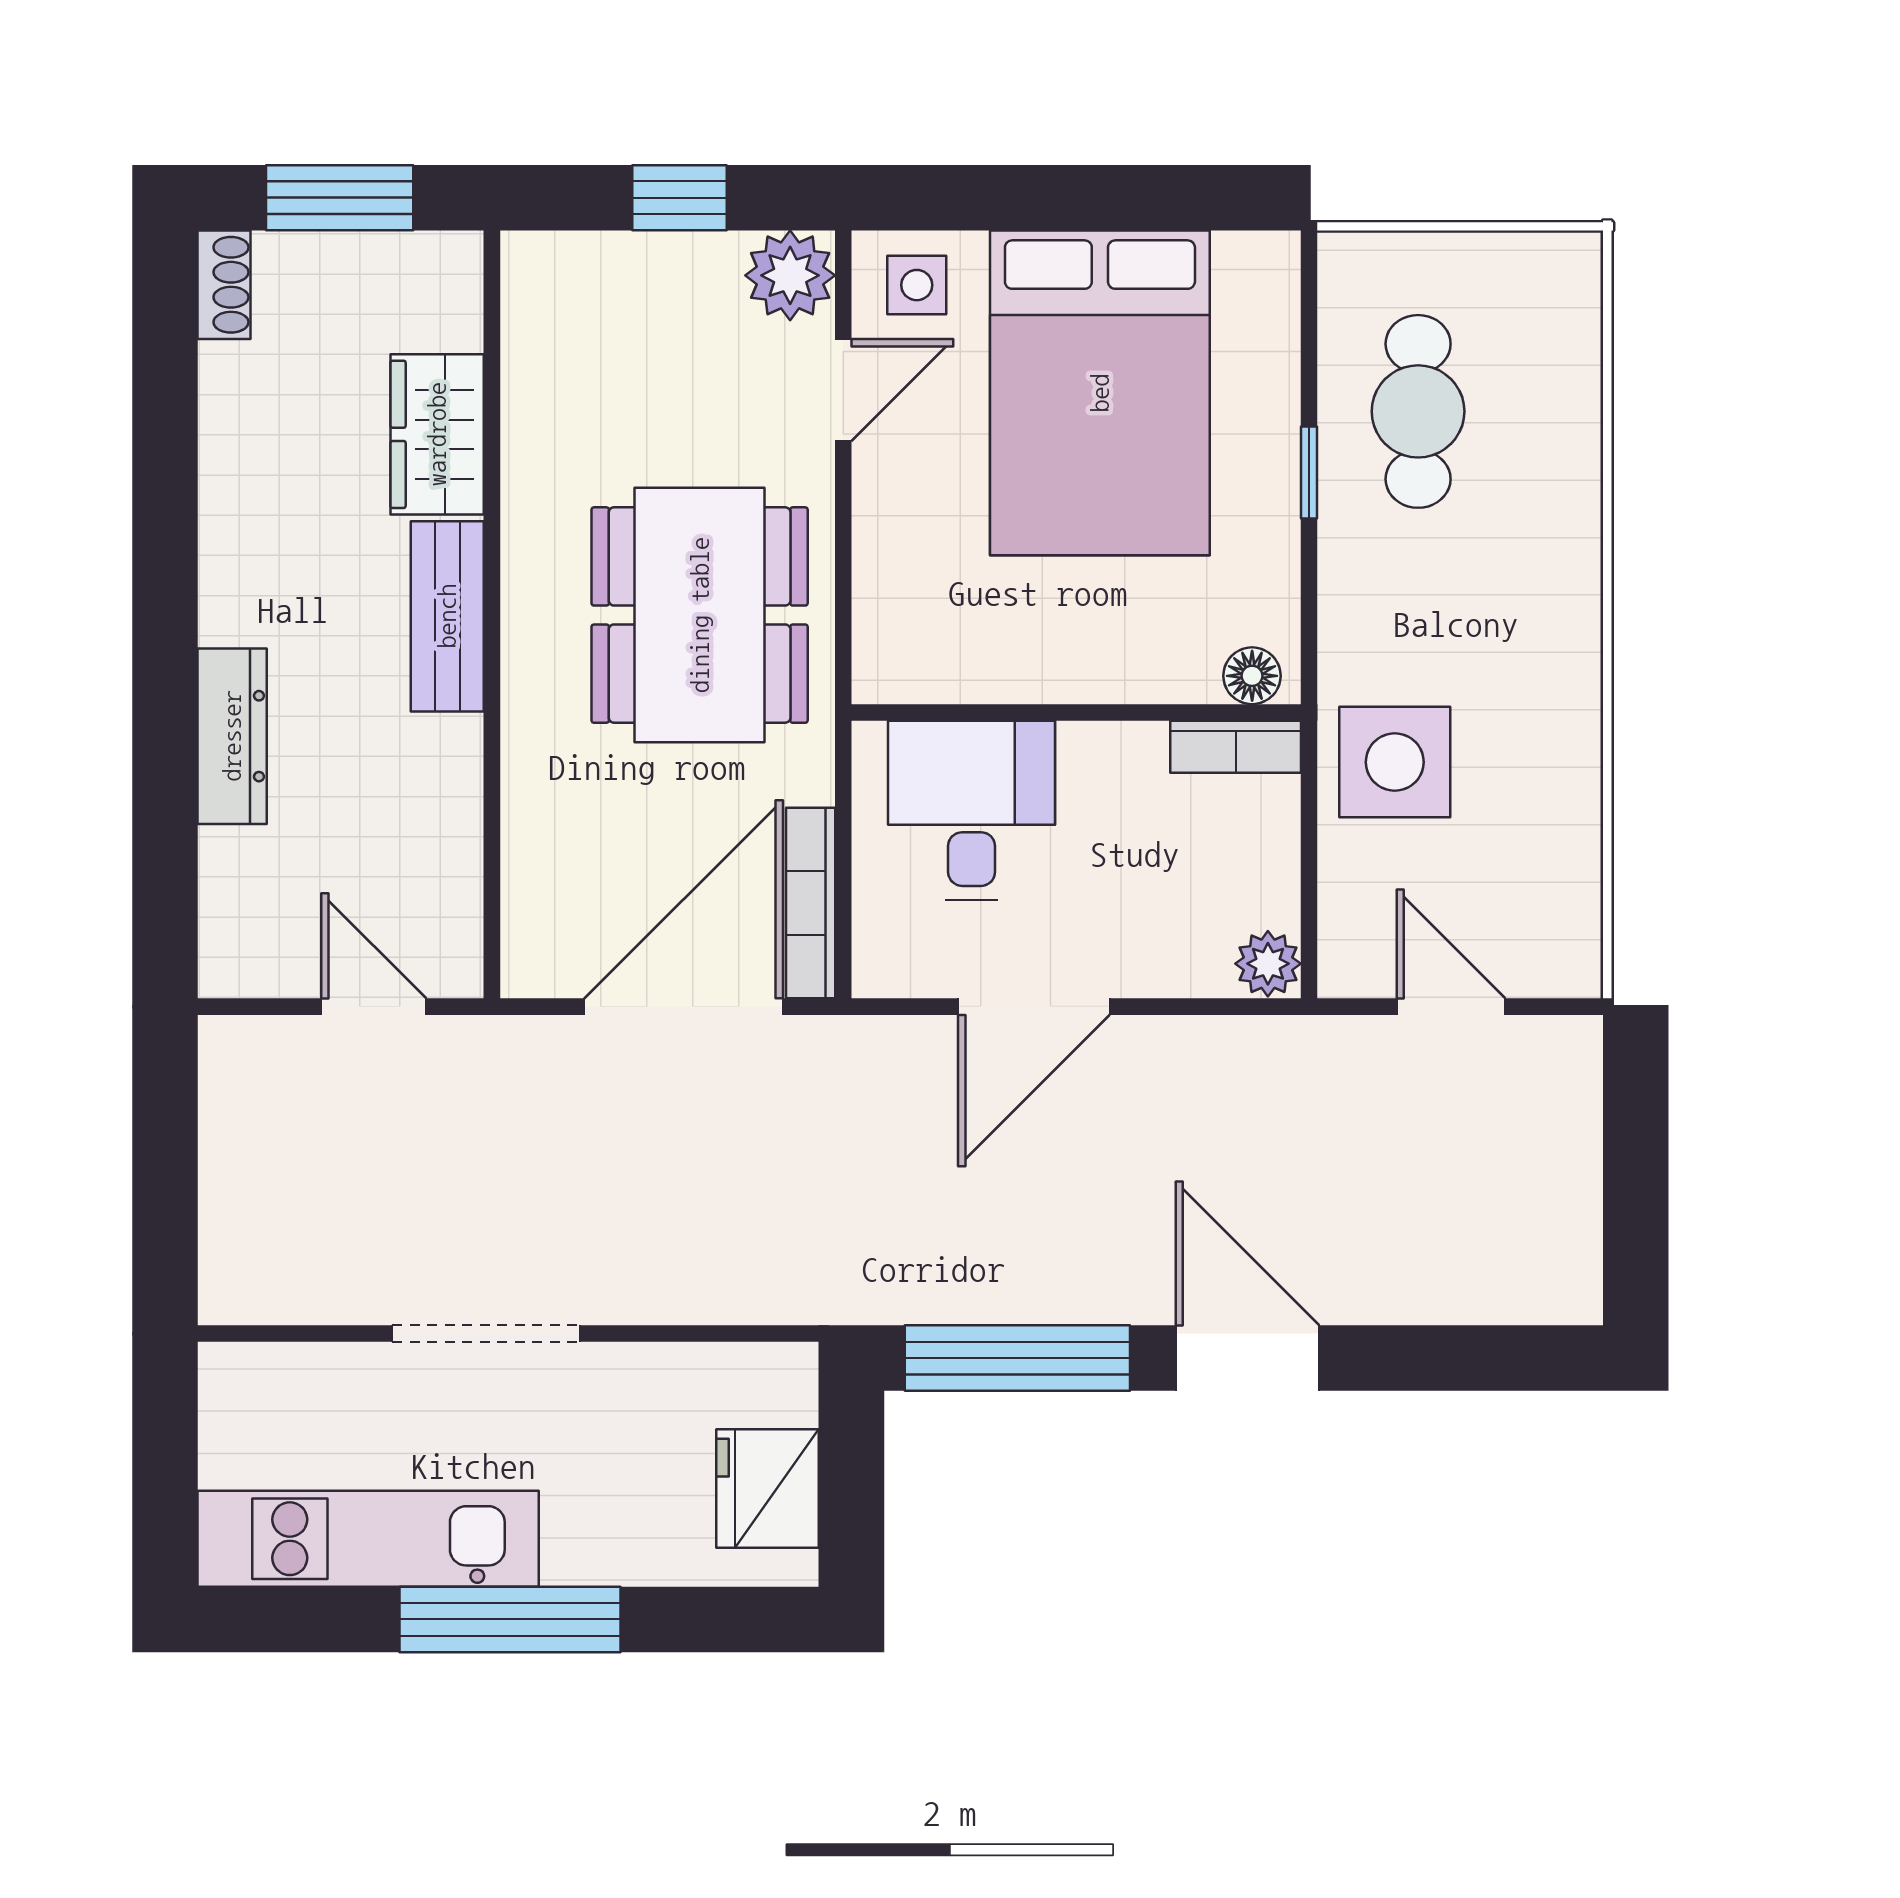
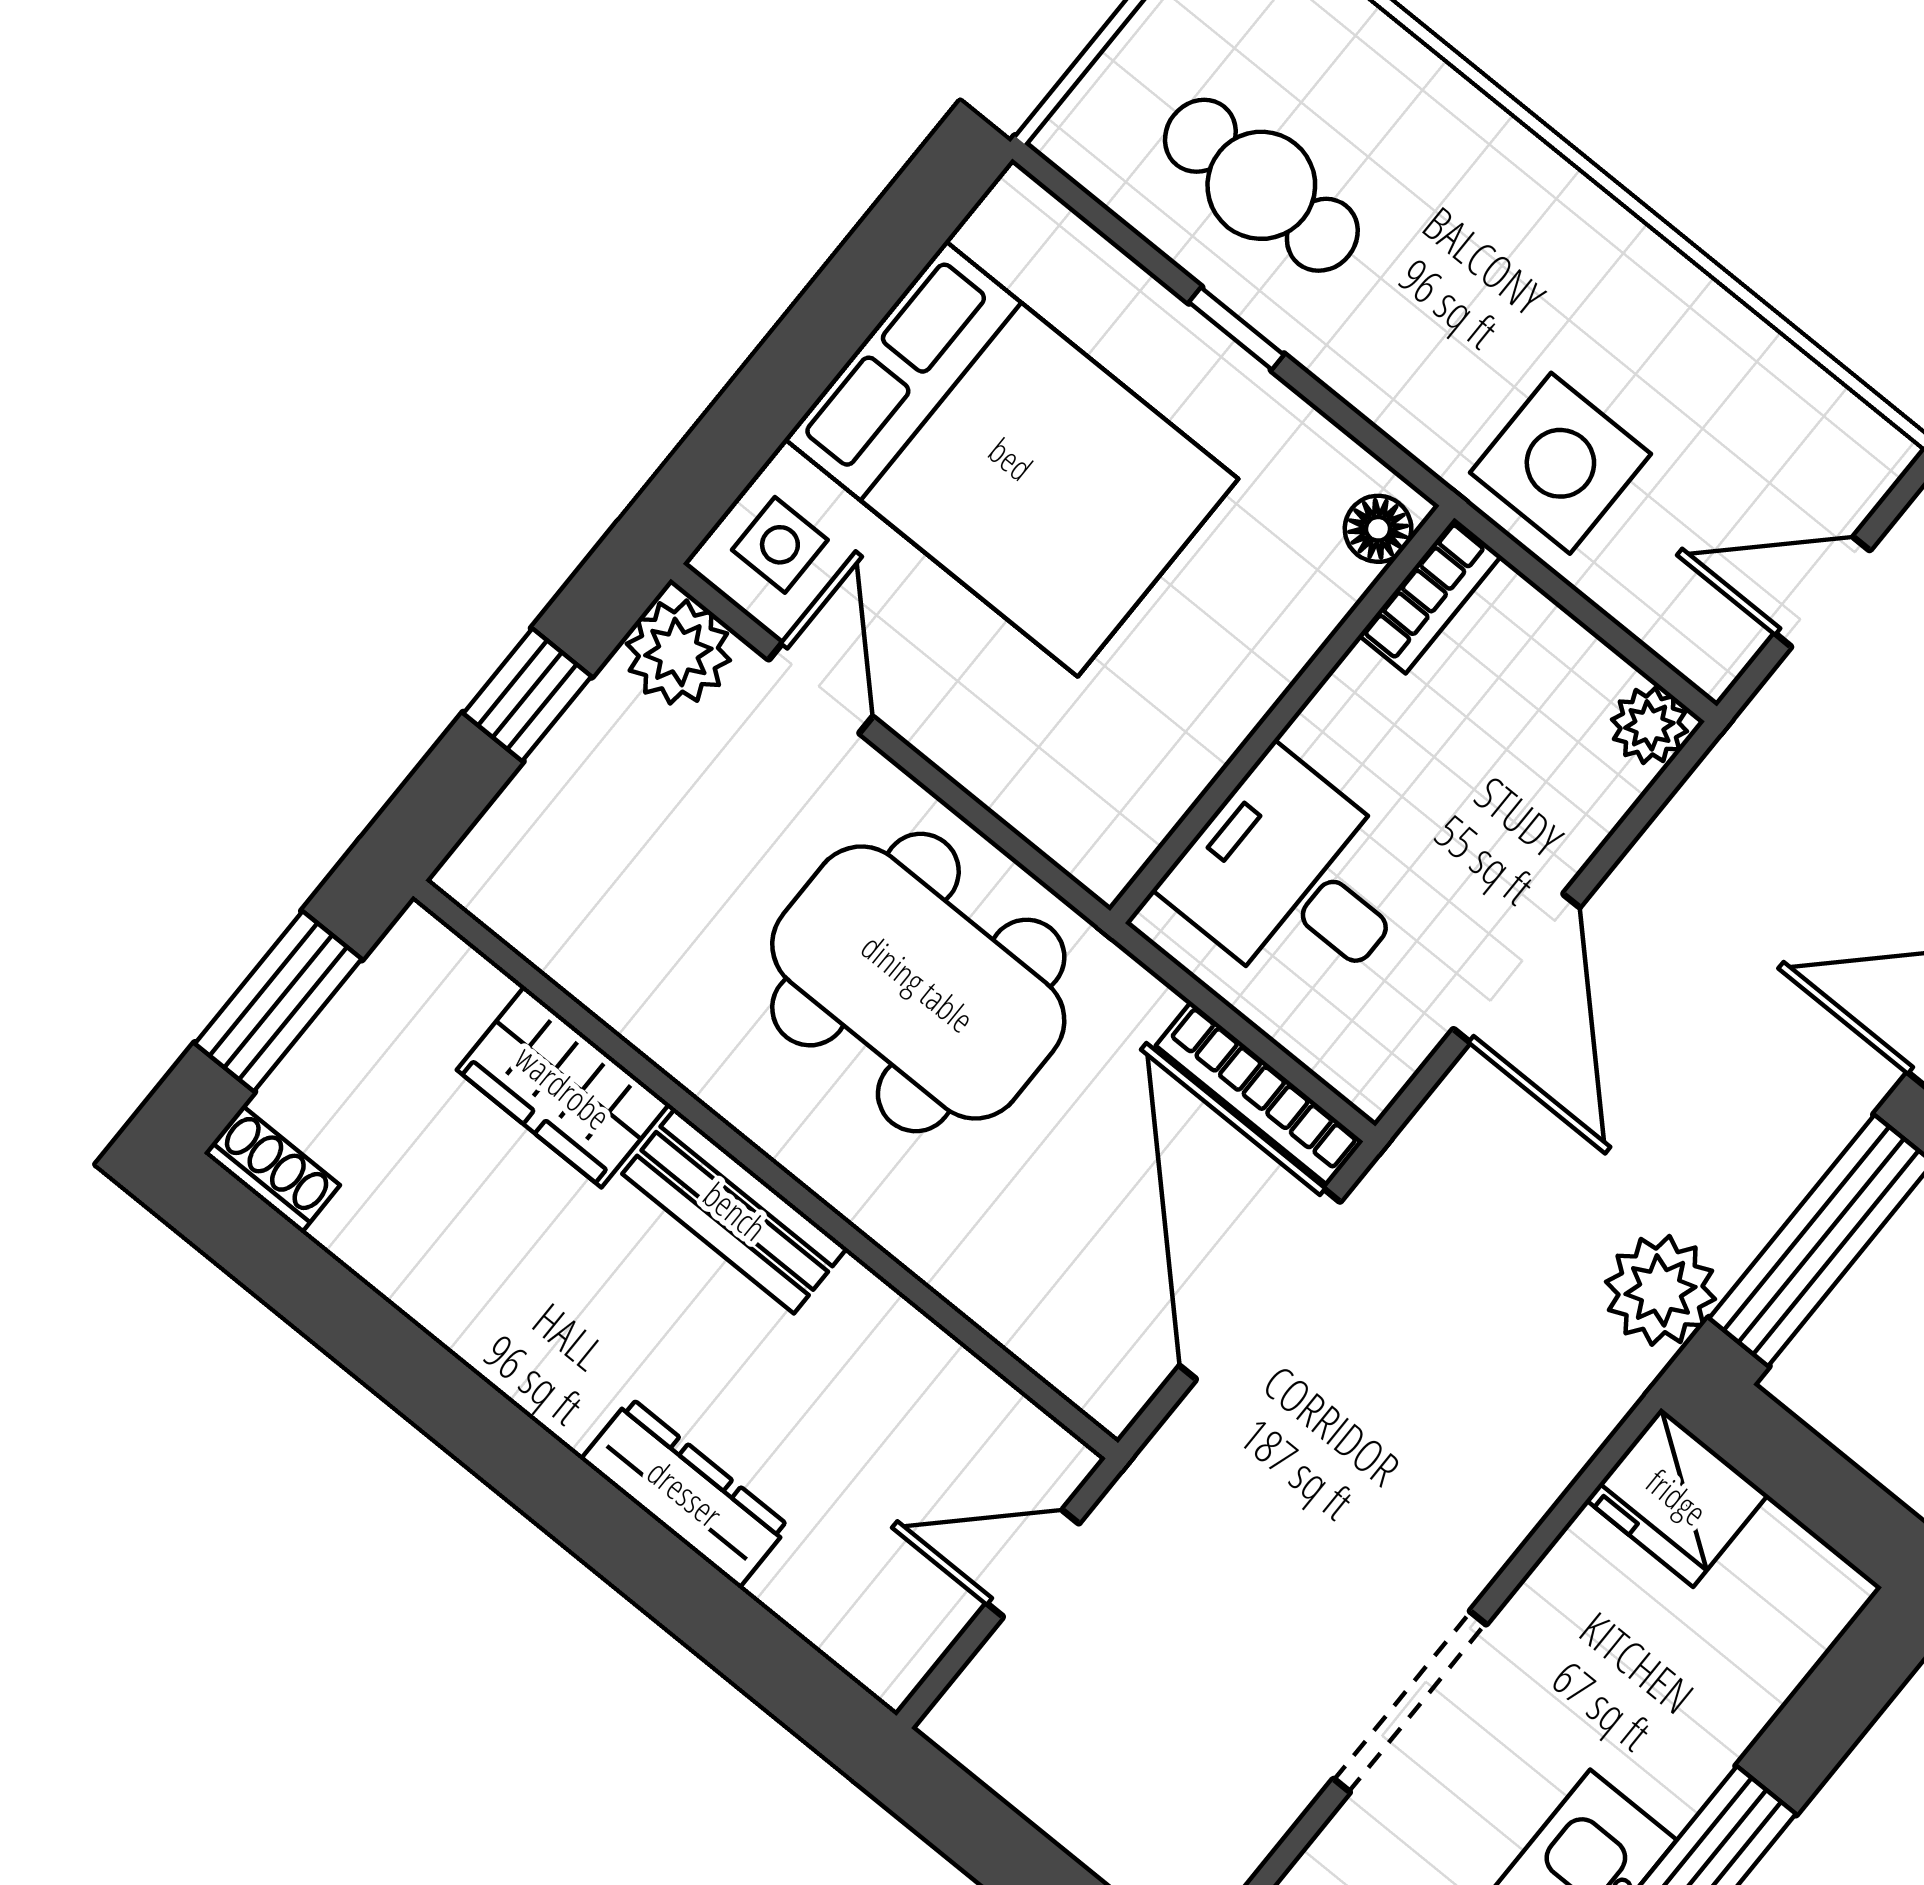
plant: (897, 1278) -> (1661, 1290), added
fridge: (768, 1488) -> (1677, 1497), moved

